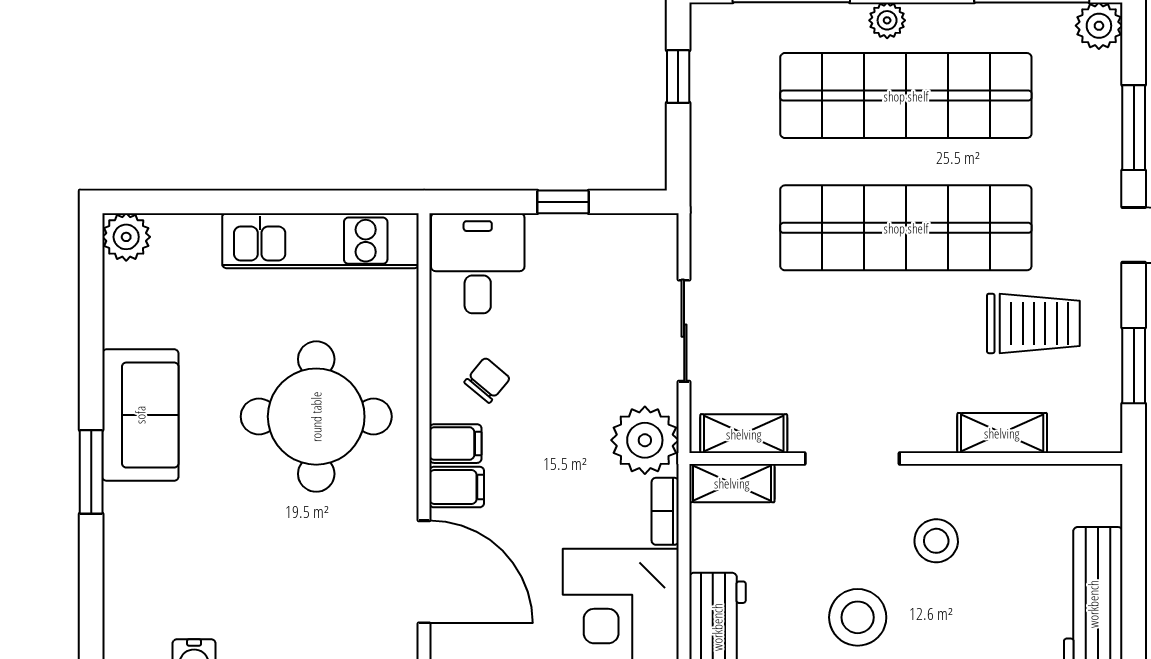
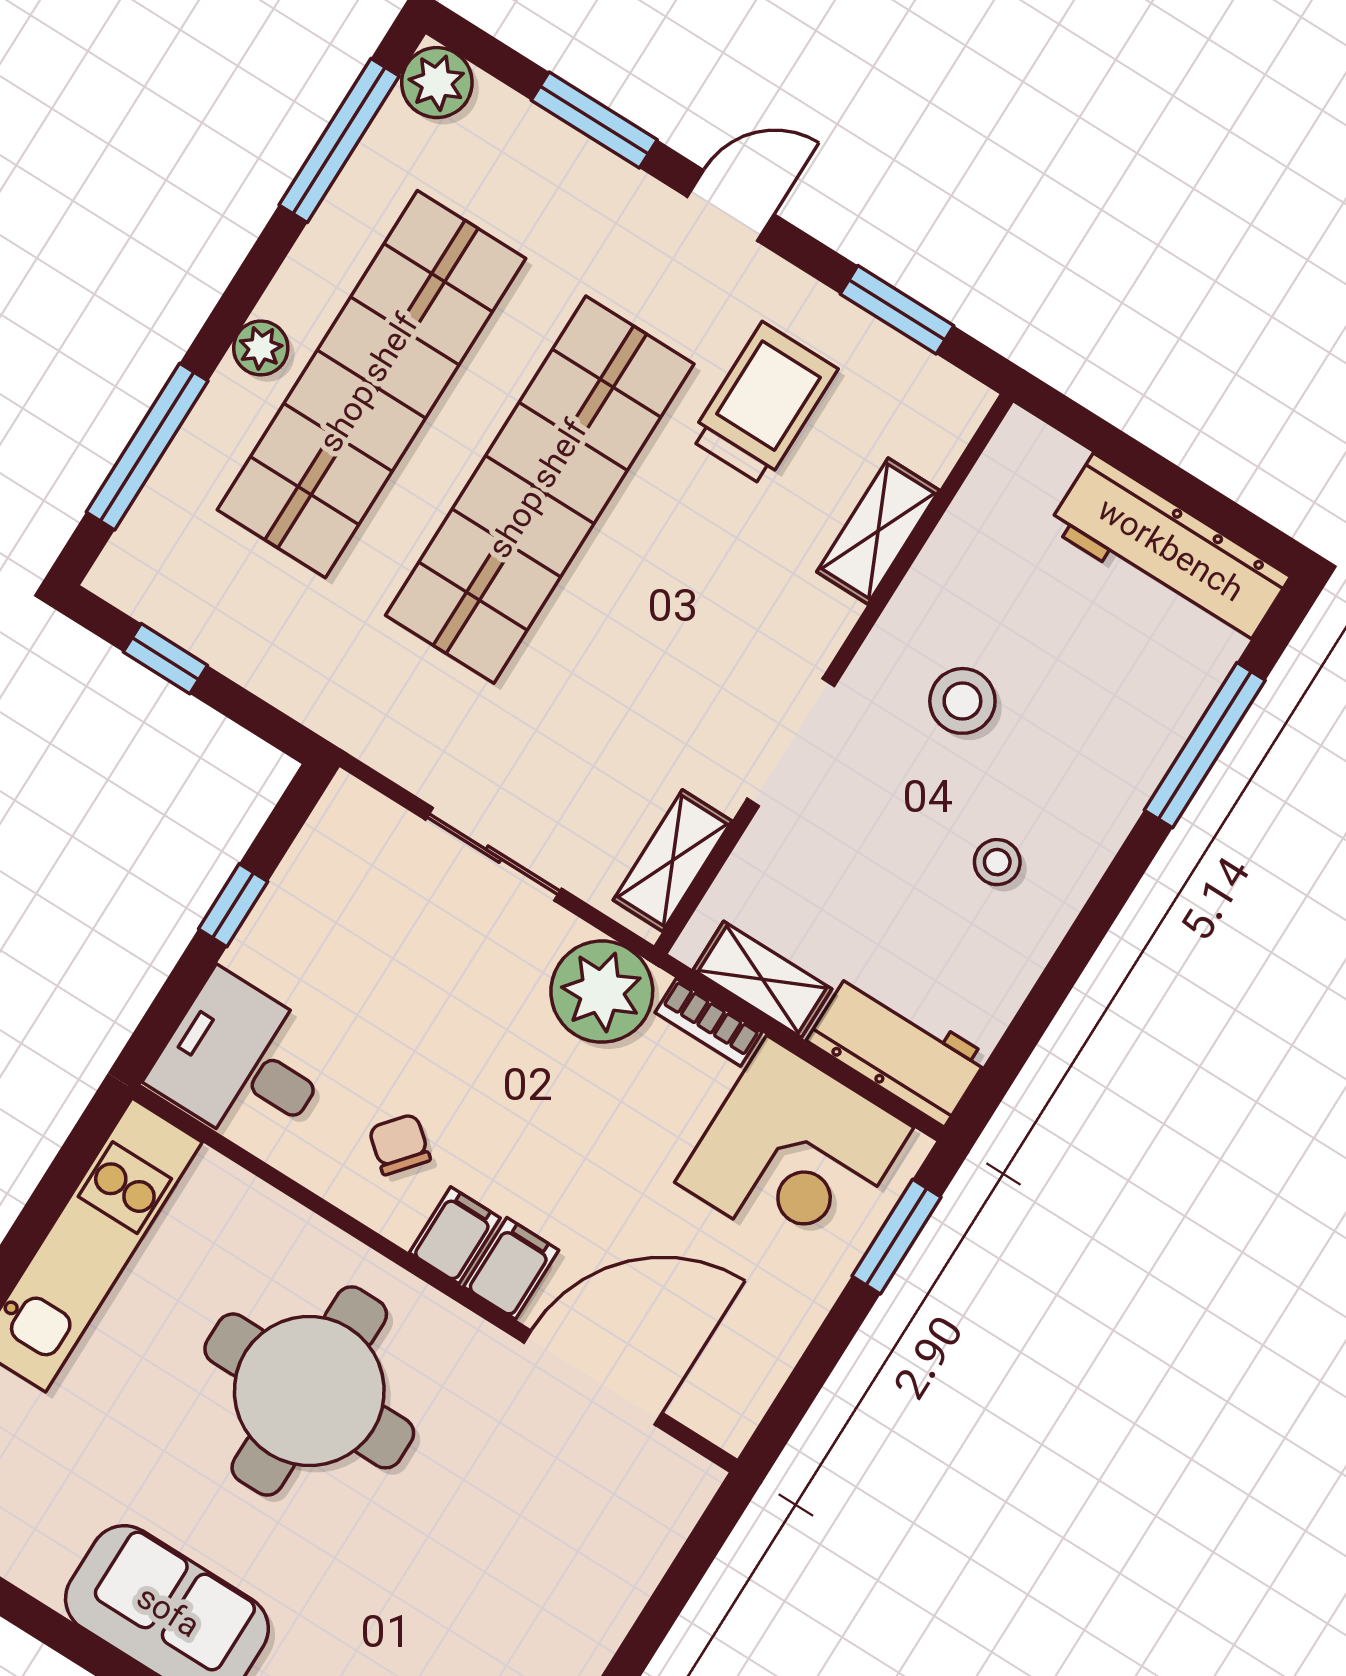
shelving: (732, 483) -> (763, 979), moved, turned 90
stool: (858, 617) -> (997, 862), width x0.53, depth x0.53

